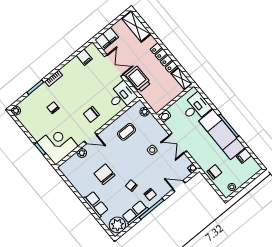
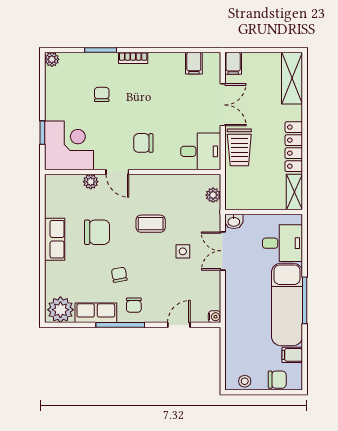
filing cabinet: (107, 39) -> (233, 63), width x0.50
trolley: (138, 79) -> (239, 147), turned 180
coffee table: (127, 132) -> (151, 224), moved
double door: (178, 143) -> (223, 251), moved
chair: (214, 172) -> (277, 380), moved
chair: (104, 174) -> (97, 232), turned 90
door: (179, 186) -> (179, 325), hinge flipped
row of seats: (96, 204) -> (55, 239), moved

